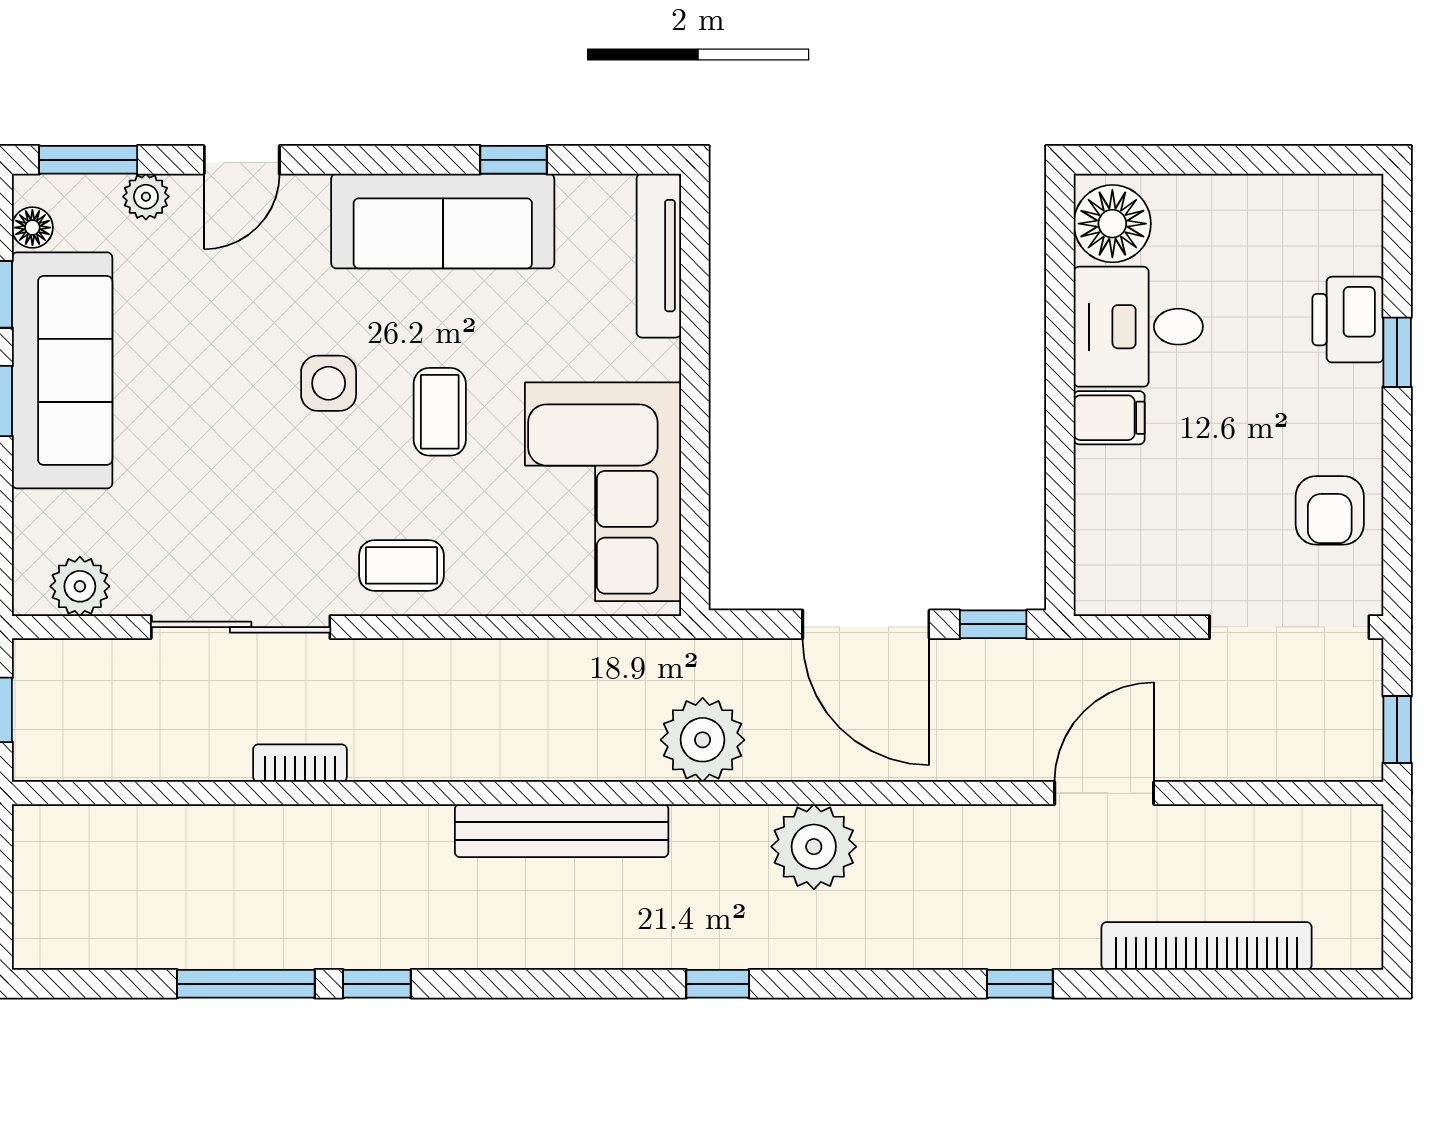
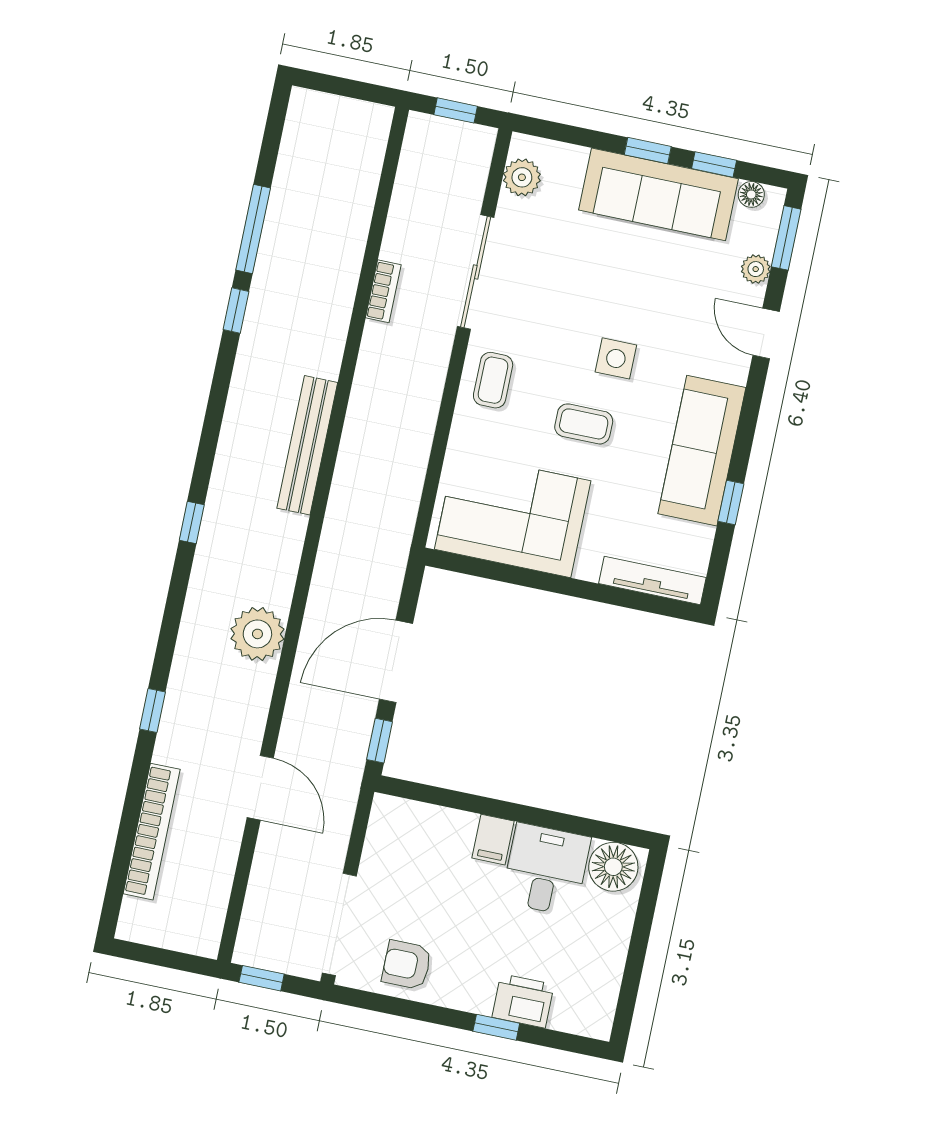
plant: (703, 740) -> (345, 545), removed
plant: (814, 847) -> (257, 634), moved

